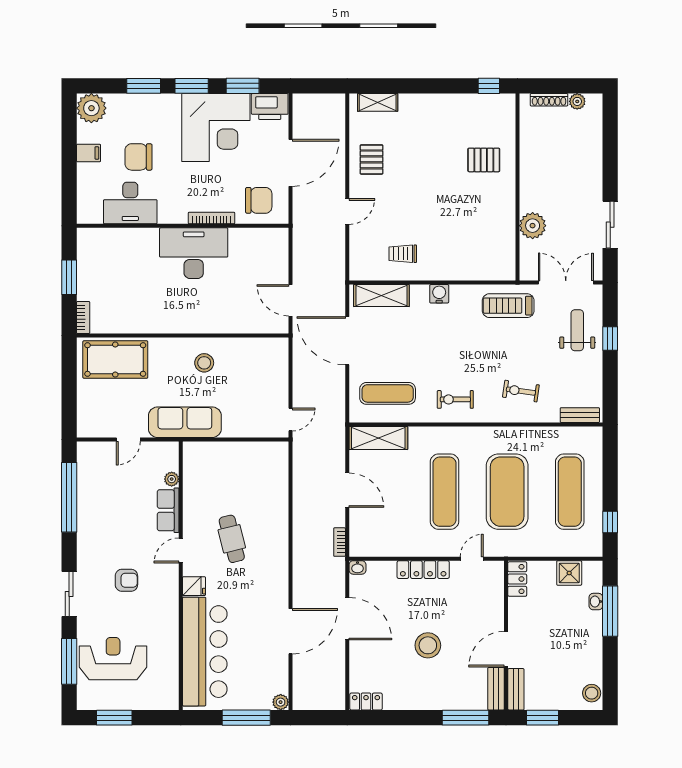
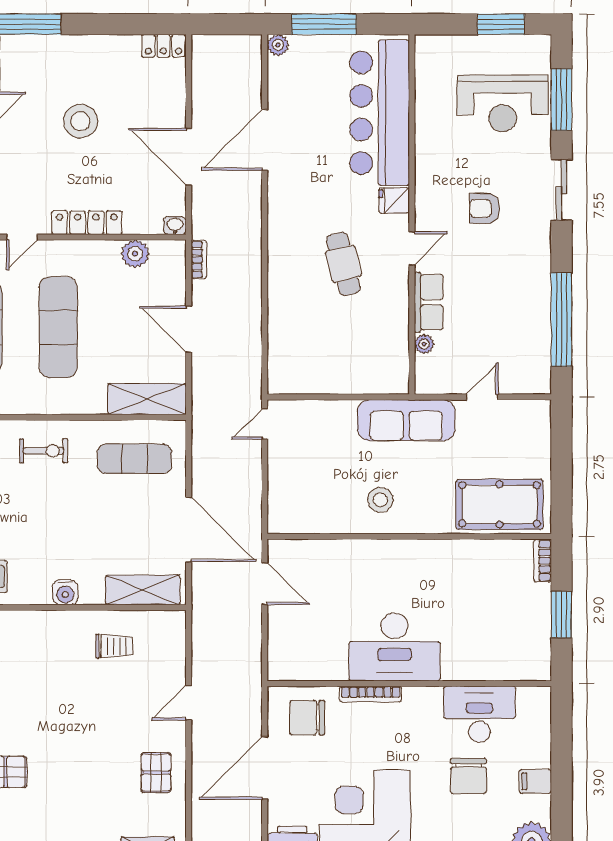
chair: (138, 157) -> (468, 776), turned 90
plant: (387, 546) -> (135, 254), added

